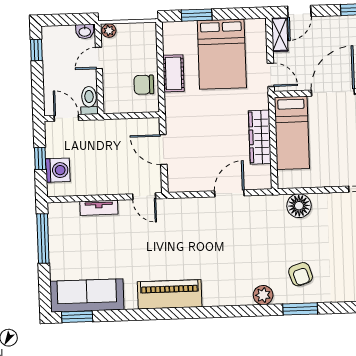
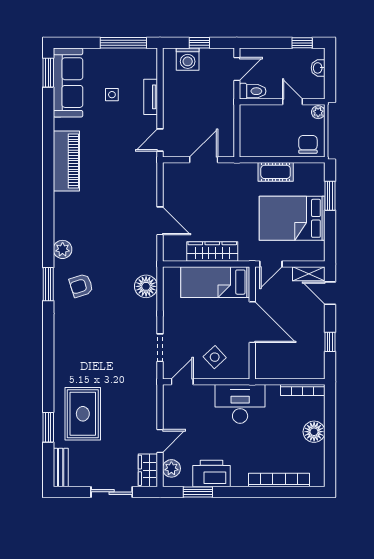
washbasin: (85, 31) -> (318, 68), moved
chair: (144, 85) -> (308, 144), moved
side table: (98, 249) -> (112, 95), added

